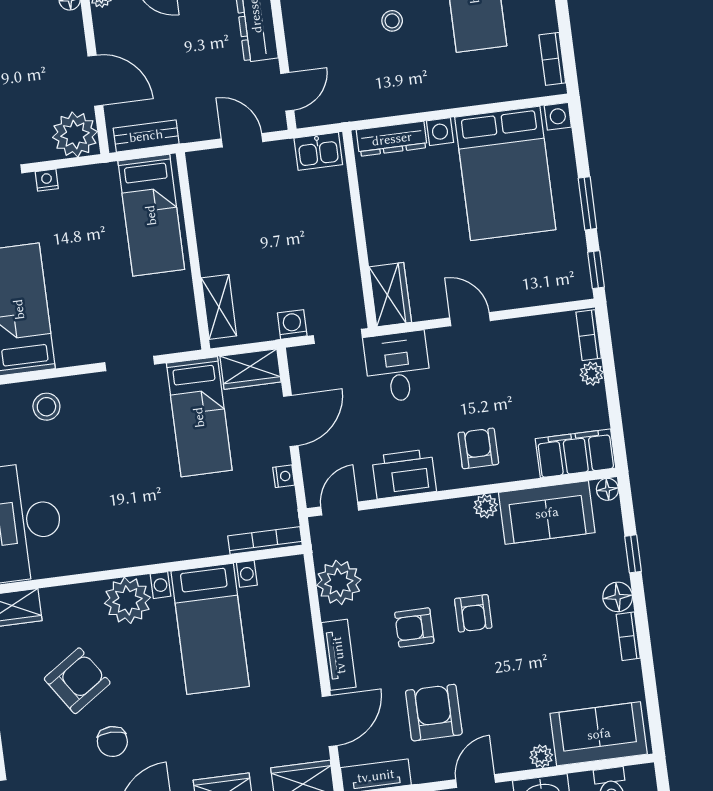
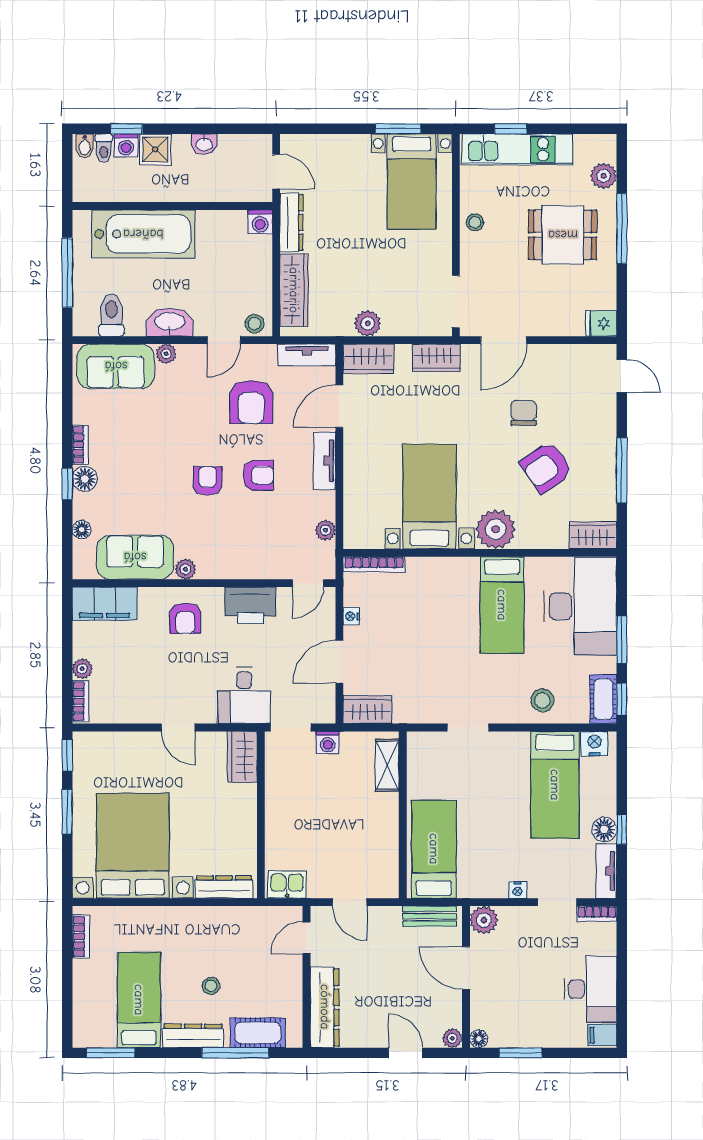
plant: (75, 135) -> (484, 920), width x0.73, depth x0.73
bed: (199, 417) -> (502, 605), moved, turned 180
floor lamp: (607, 489) -> (82, 530), moved
window: (633, 554) -> (67, 484), moved
plant: (339, 582) -> (326, 530), width x0.53, depth x0.53

